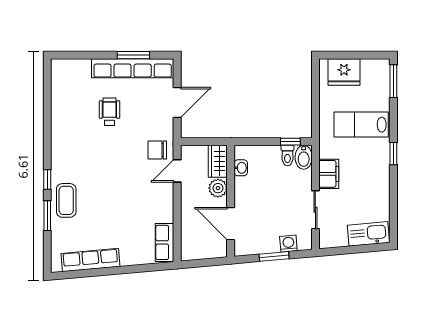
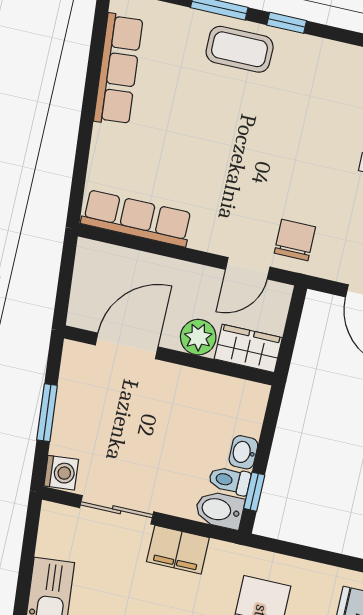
washbasin: (241, 168) -> (243, 452), moved, turned 90
door: (177, 171) -> (248, 268), swing flipped
row of seats: (164, 242) -> (137, 218), width x1.48
washing machine: (288, 244) -> (61, 473), moved

